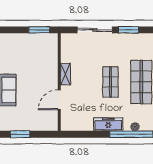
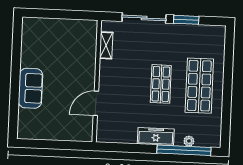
window: (39, 30) -> (75, 15), removed
shelving: (65, 74) -> (106, 45), moved
window: (20, 134) -> (45, 144), removed

